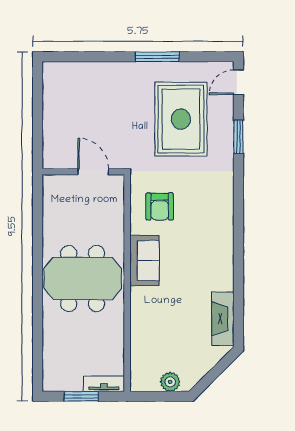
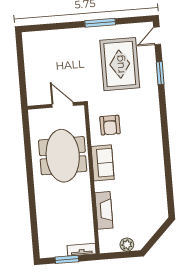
meeting table: (83, 278) -> (63, 156), moved, turned 90
fireplace: (223, 319) -> (104, 210), moved, turned 180

